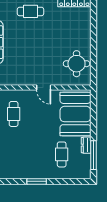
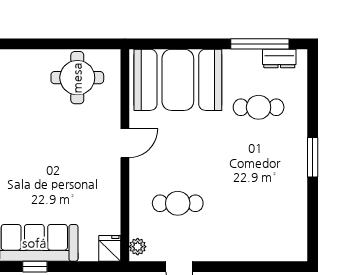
dresser: (86, 145) -> (279, 59), moved

